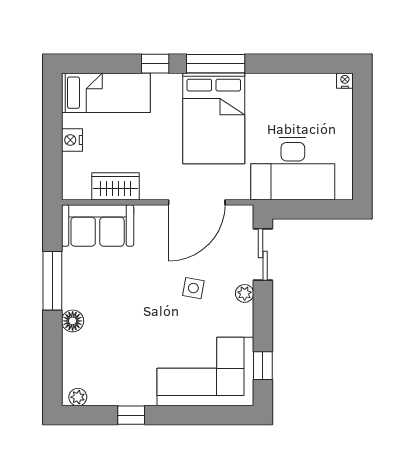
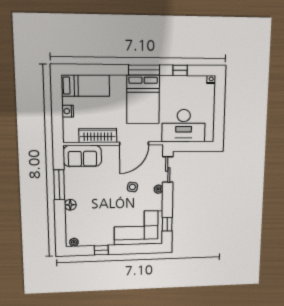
window: (155, 64) -> (180, 70), moved
wardrobe: (116, 186) -> (98, 135), width x1.50

